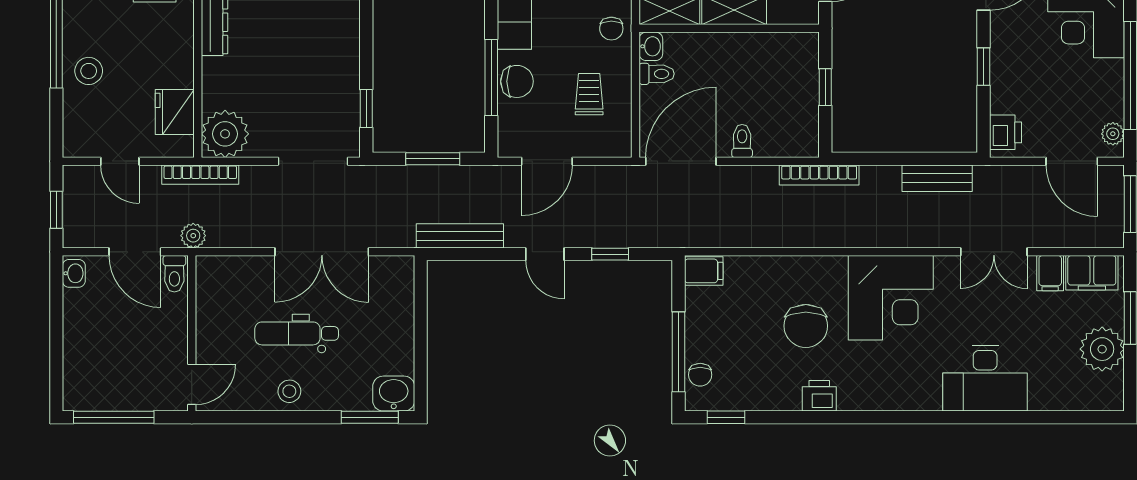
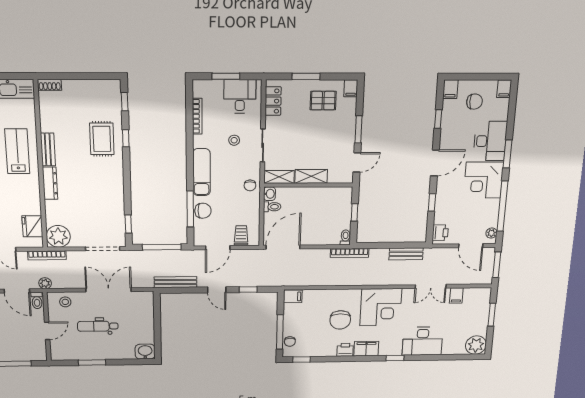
trolley: (589, 94) -> (241, 235), moved
toilet: (742, 141) -> (345, 237), moved
window: (433, 159) -> (162, 247), width x1.44
double door: (322, 252) -> (109, 290), swing flipped
filing cabinet: (1092, 273) -> (366, 349), moved, turned 180
plant: (1102, 349) -> (476, 345), moved
door: (192, 384) -> (47, 331), moved
stool: (289, 391) -> (65, 302), moved
window: (370, 417) -> (92, 363), moved
window: (928, 417) -> (395, 358), added

